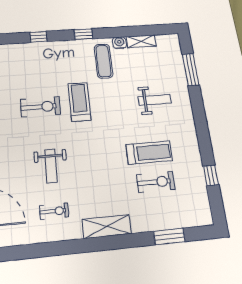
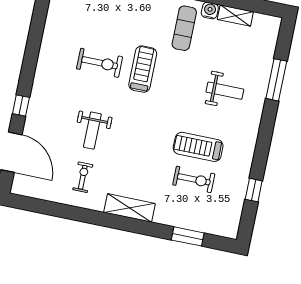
window: (191, 69) -> (276, 80), moved
treadmill: (149, 153) -> (198, 147), turned 180
exercise bike: (54, 211) -> (83, 177), turned -90

